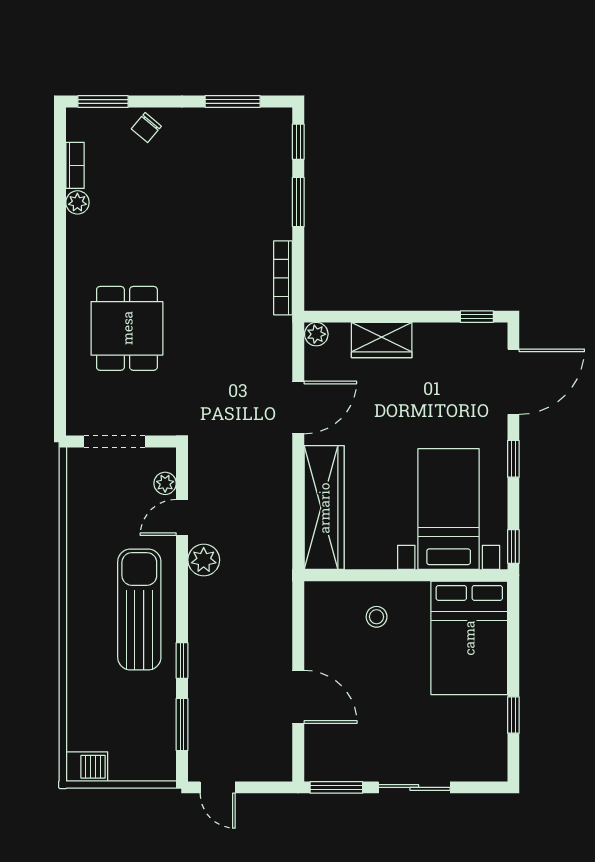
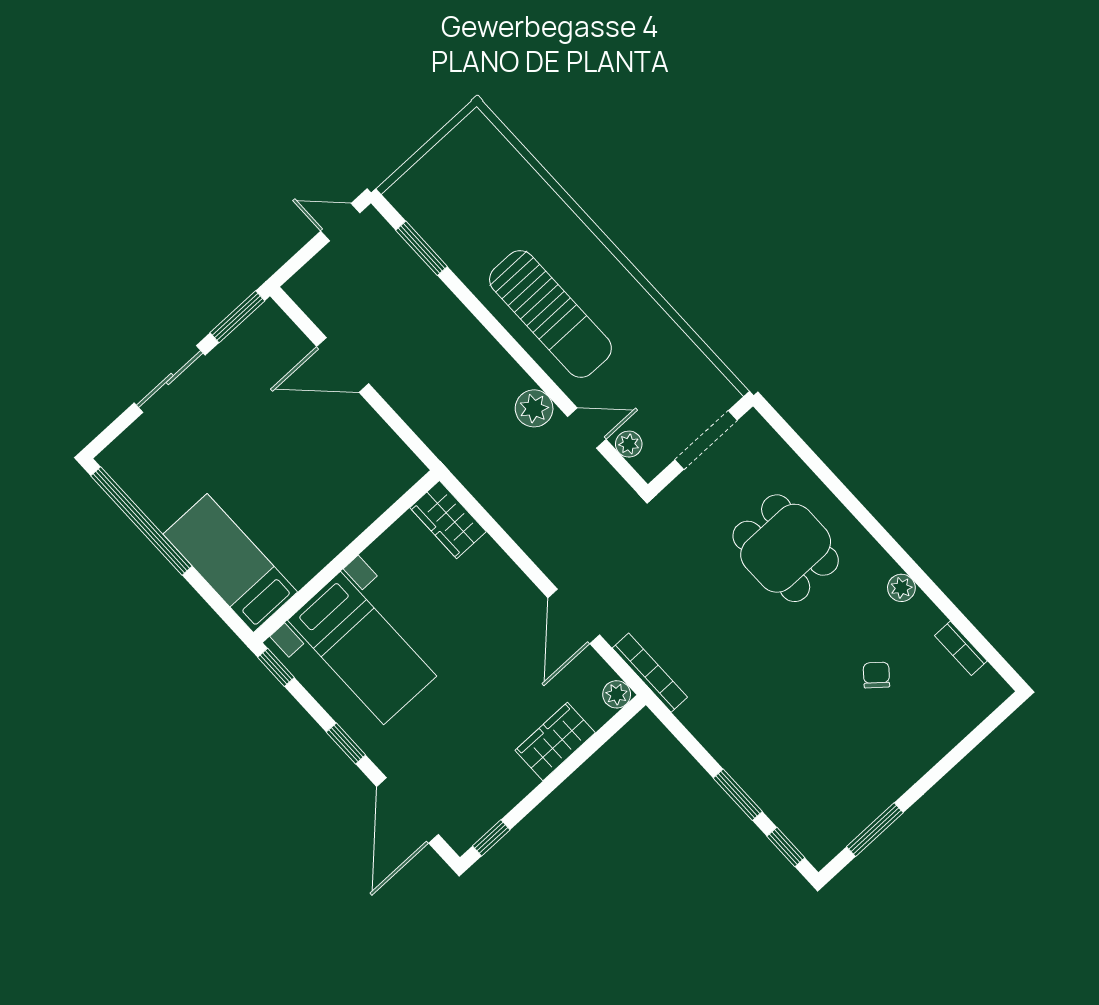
window: (103, 102) -> (988, 726), removed
chair: (146, 128) -> (876, 675), moved
plant: (77, 202) -> (901, 588), moved
bookcase: (283, 278) -> (650, 673), moved
wardrobe: (324, 508) -> (448, 520), width x0.48, depth x0.85
door: (182, 517) -> (587, 428), hinge flipped
stool: (377, 617) -> (339, 497), removed
bed: (469, 638) -> (230, 563), width x0.67
window: (182, 660) -> (473, 304), removed
window: (513, 715) -> (141, 521), width x3.17
barbecue: (87, 767) -> (471, 136), removed

